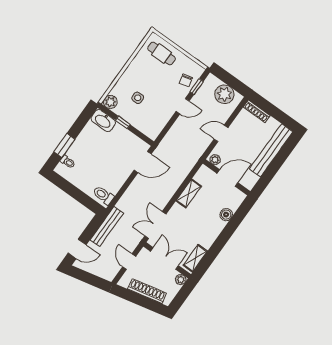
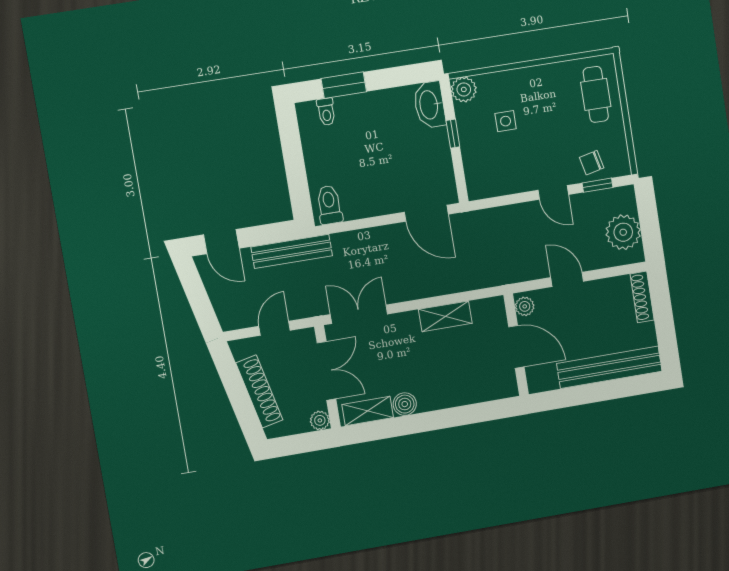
boiler: (226, 215) -> (405, 404), moved

